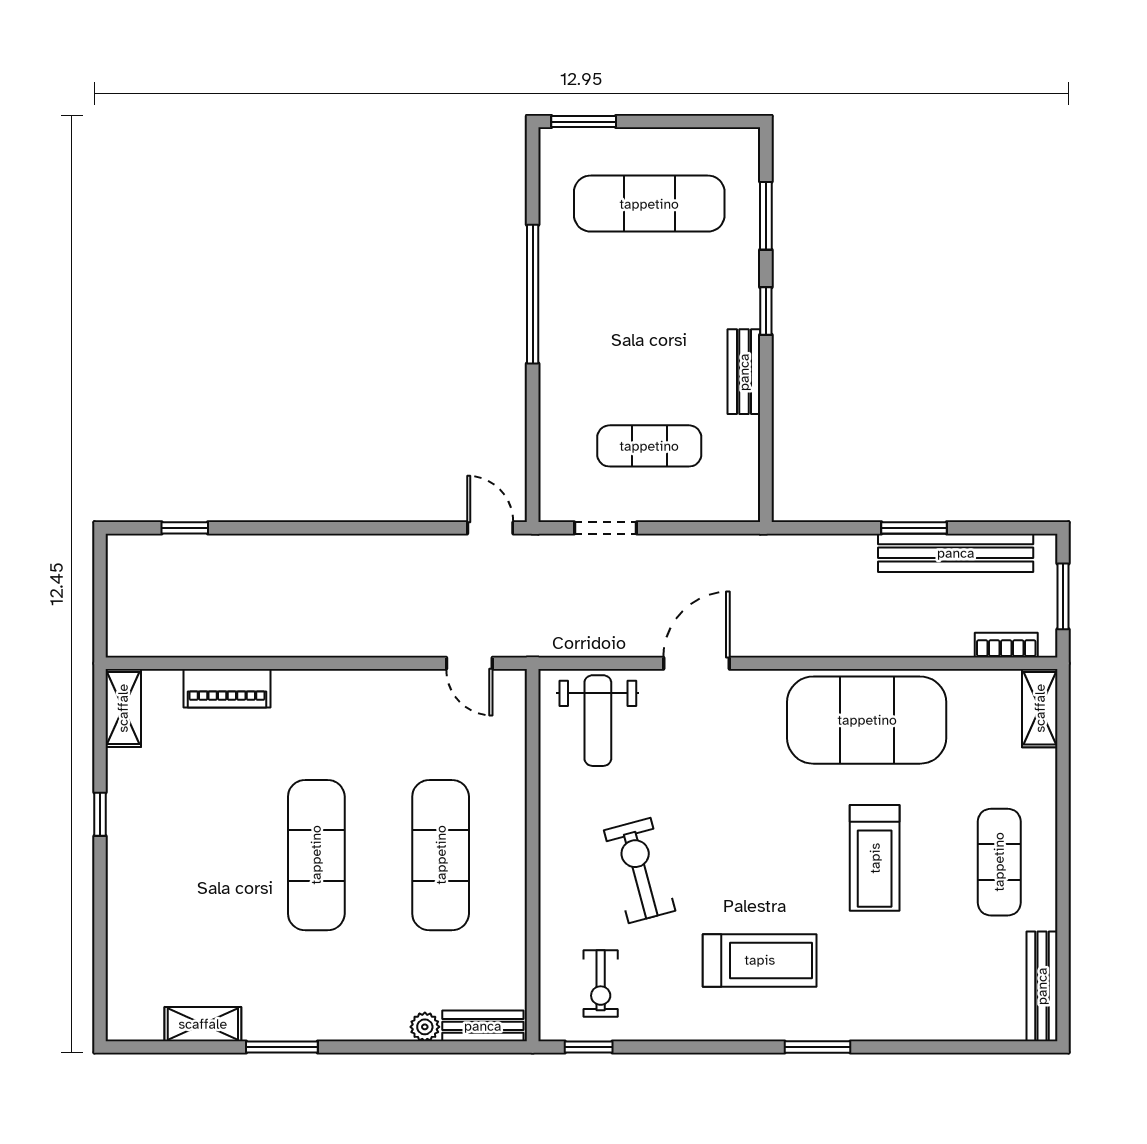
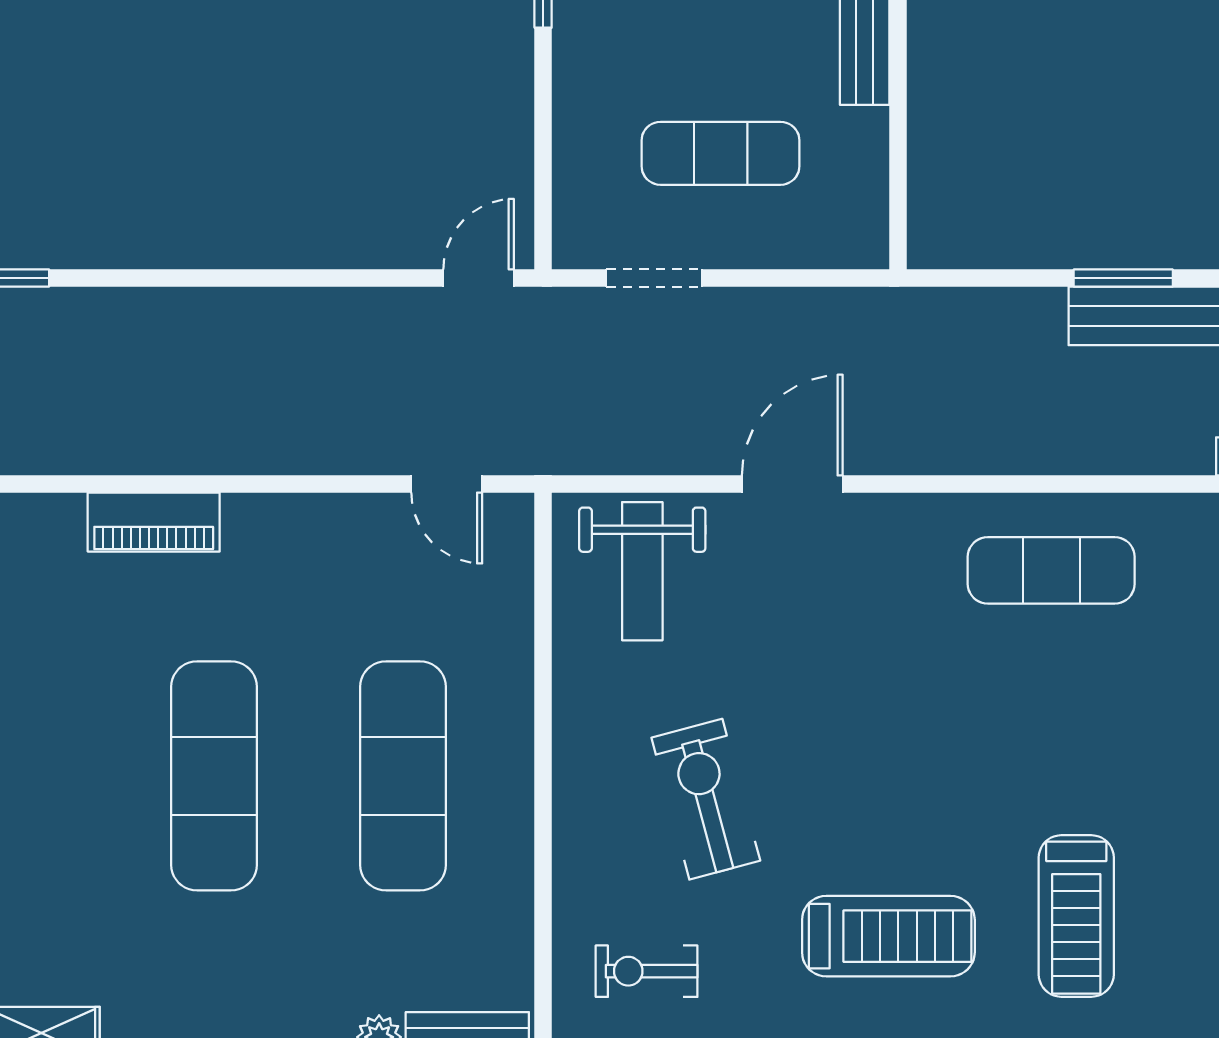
door: (490, 528) -> (479, 278), hinge flipped
piano: (227, 688) -> (154, 522), moved
exercise mat: (867, 720) -> (1051, 570), width x0.50, depth x0.69
treadmill: (875, 858) -> (1076, 916), moved
exercise bike: (601, 984) -> (647, 971), turned 90

